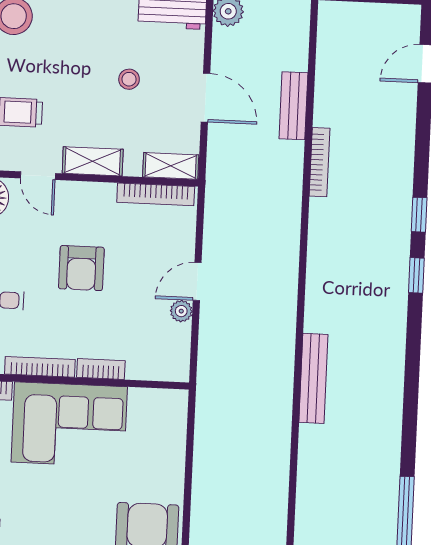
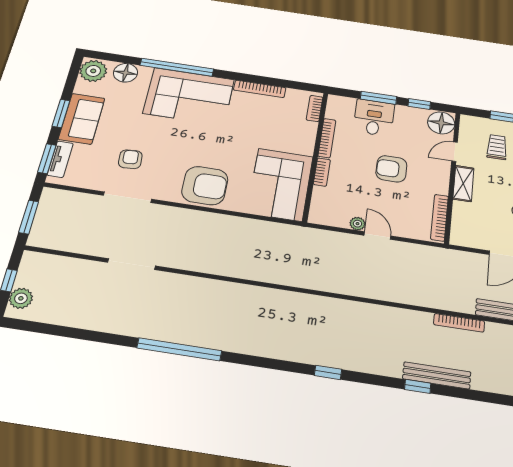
shelving: (171, 166) -> (459, 229), removed
window: (416, 275) -> (328, 372), moved
bench: (313, 378) -> (437, 375), moved
corner sofa: (69, 424) -> (280, 185), moved

